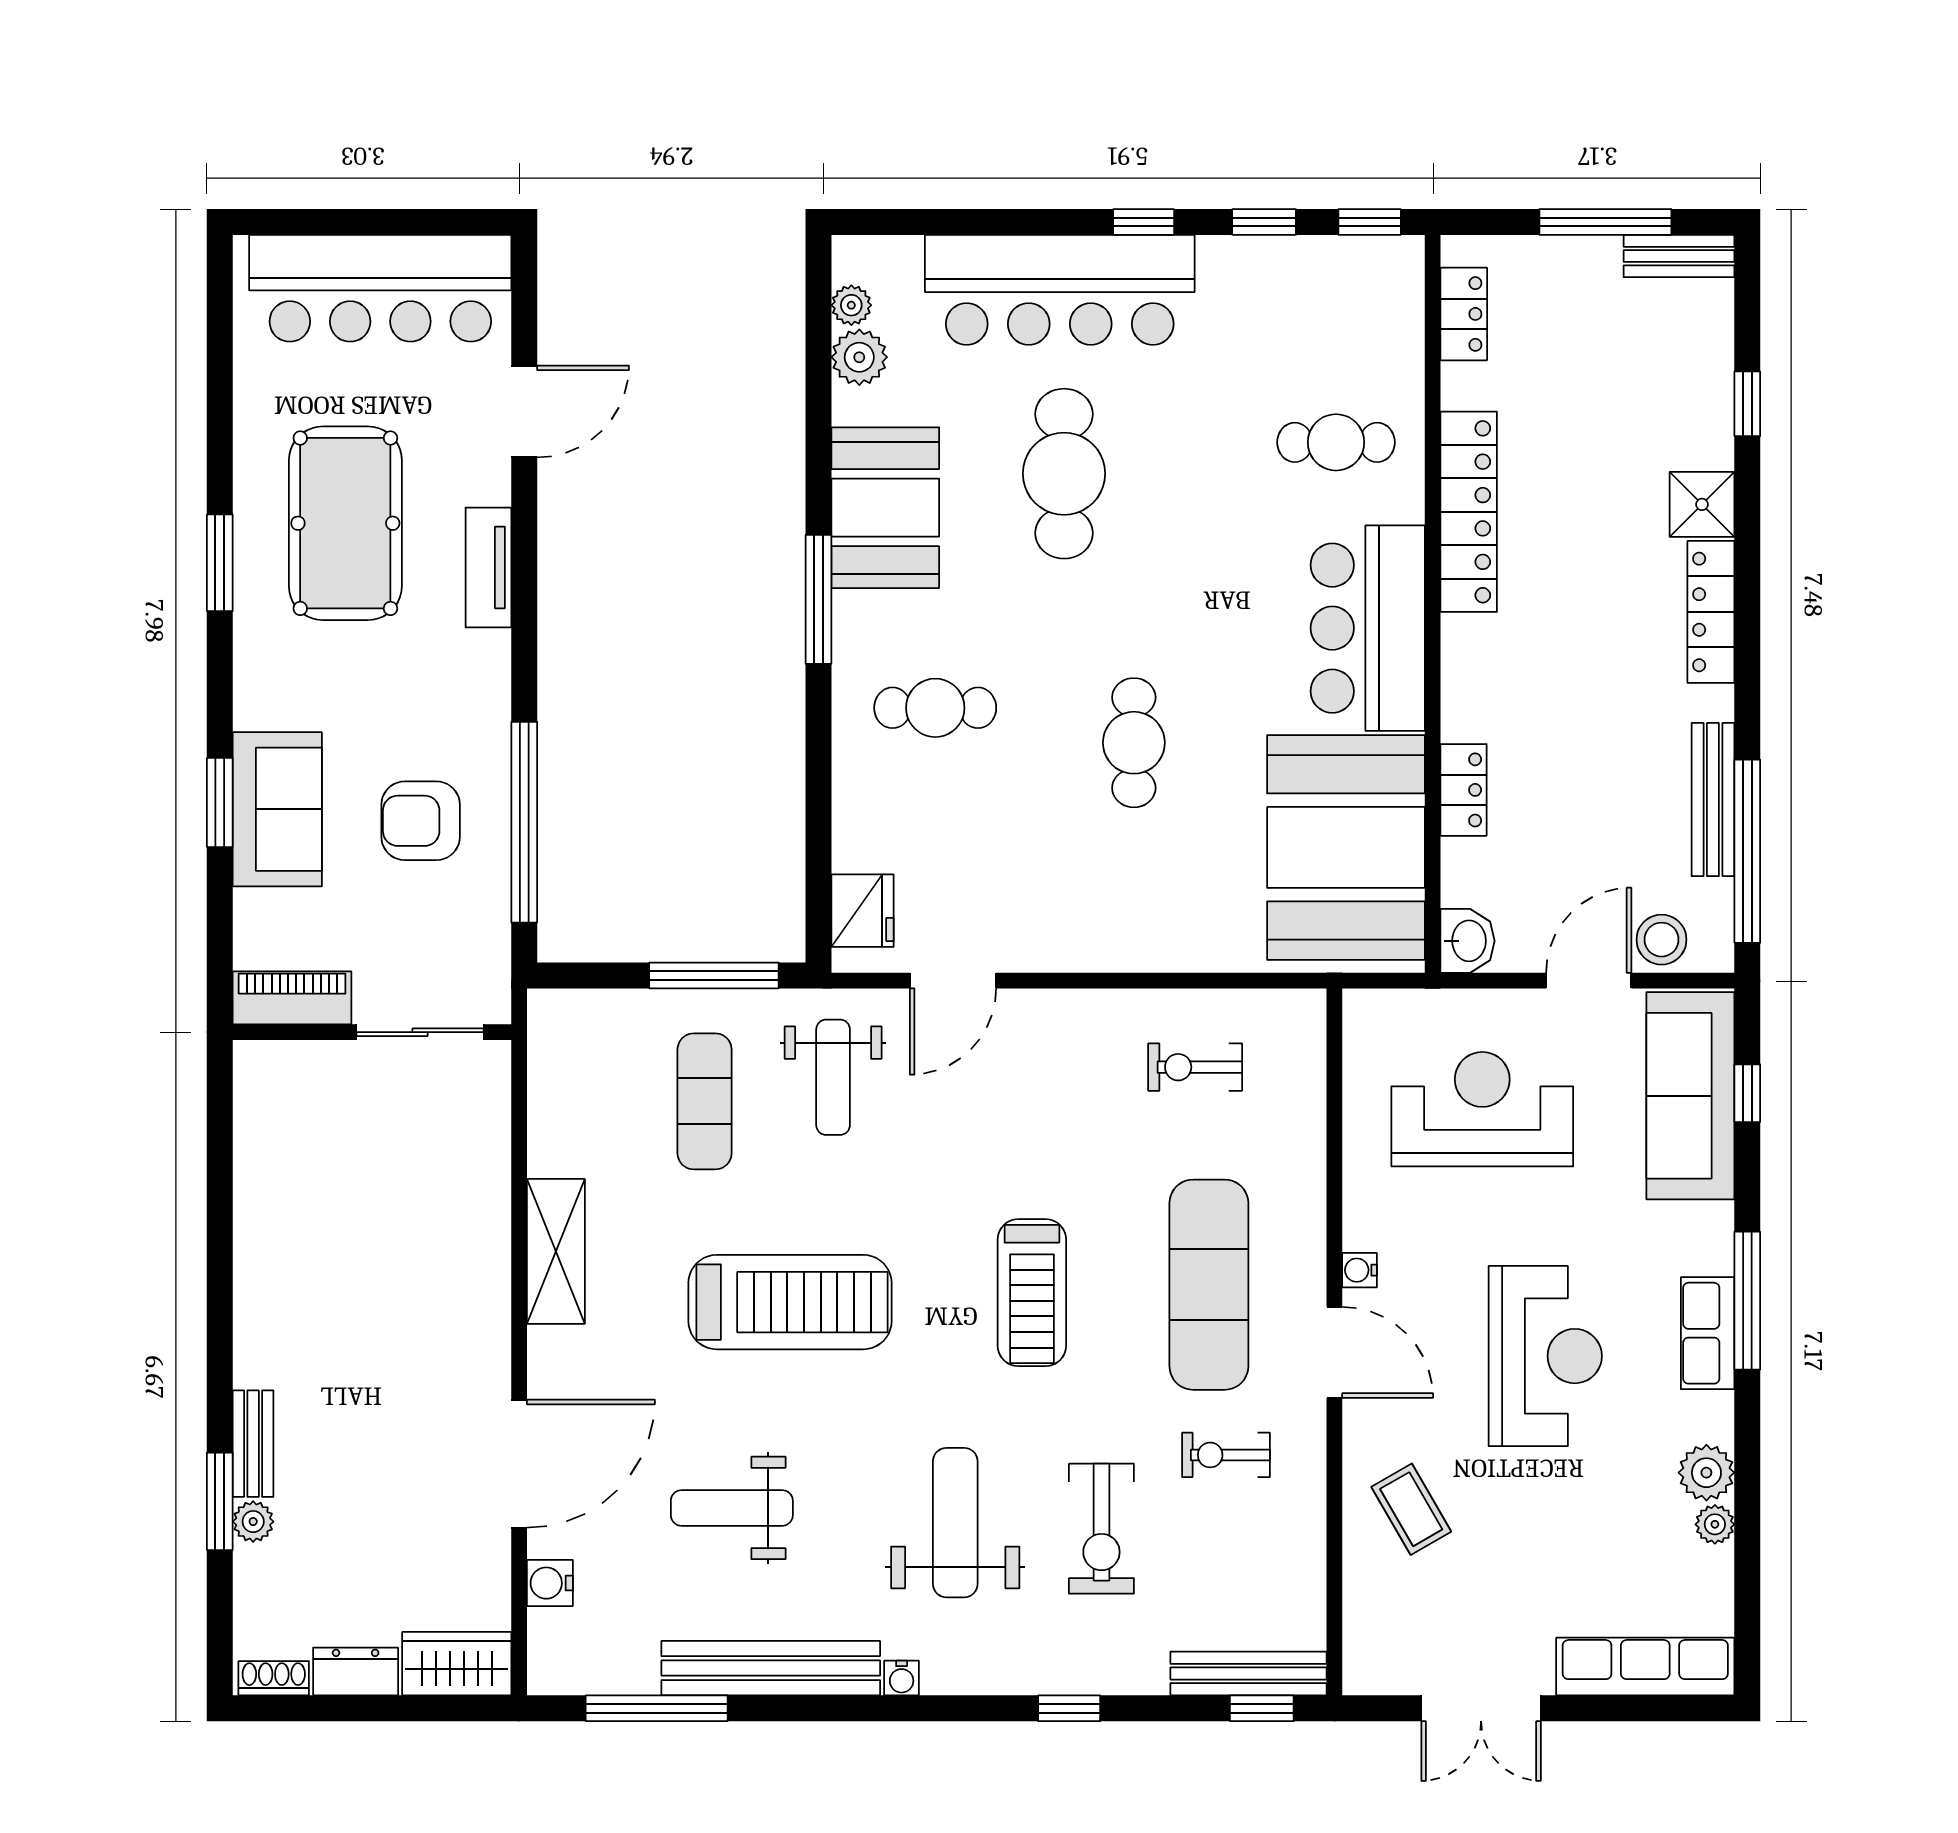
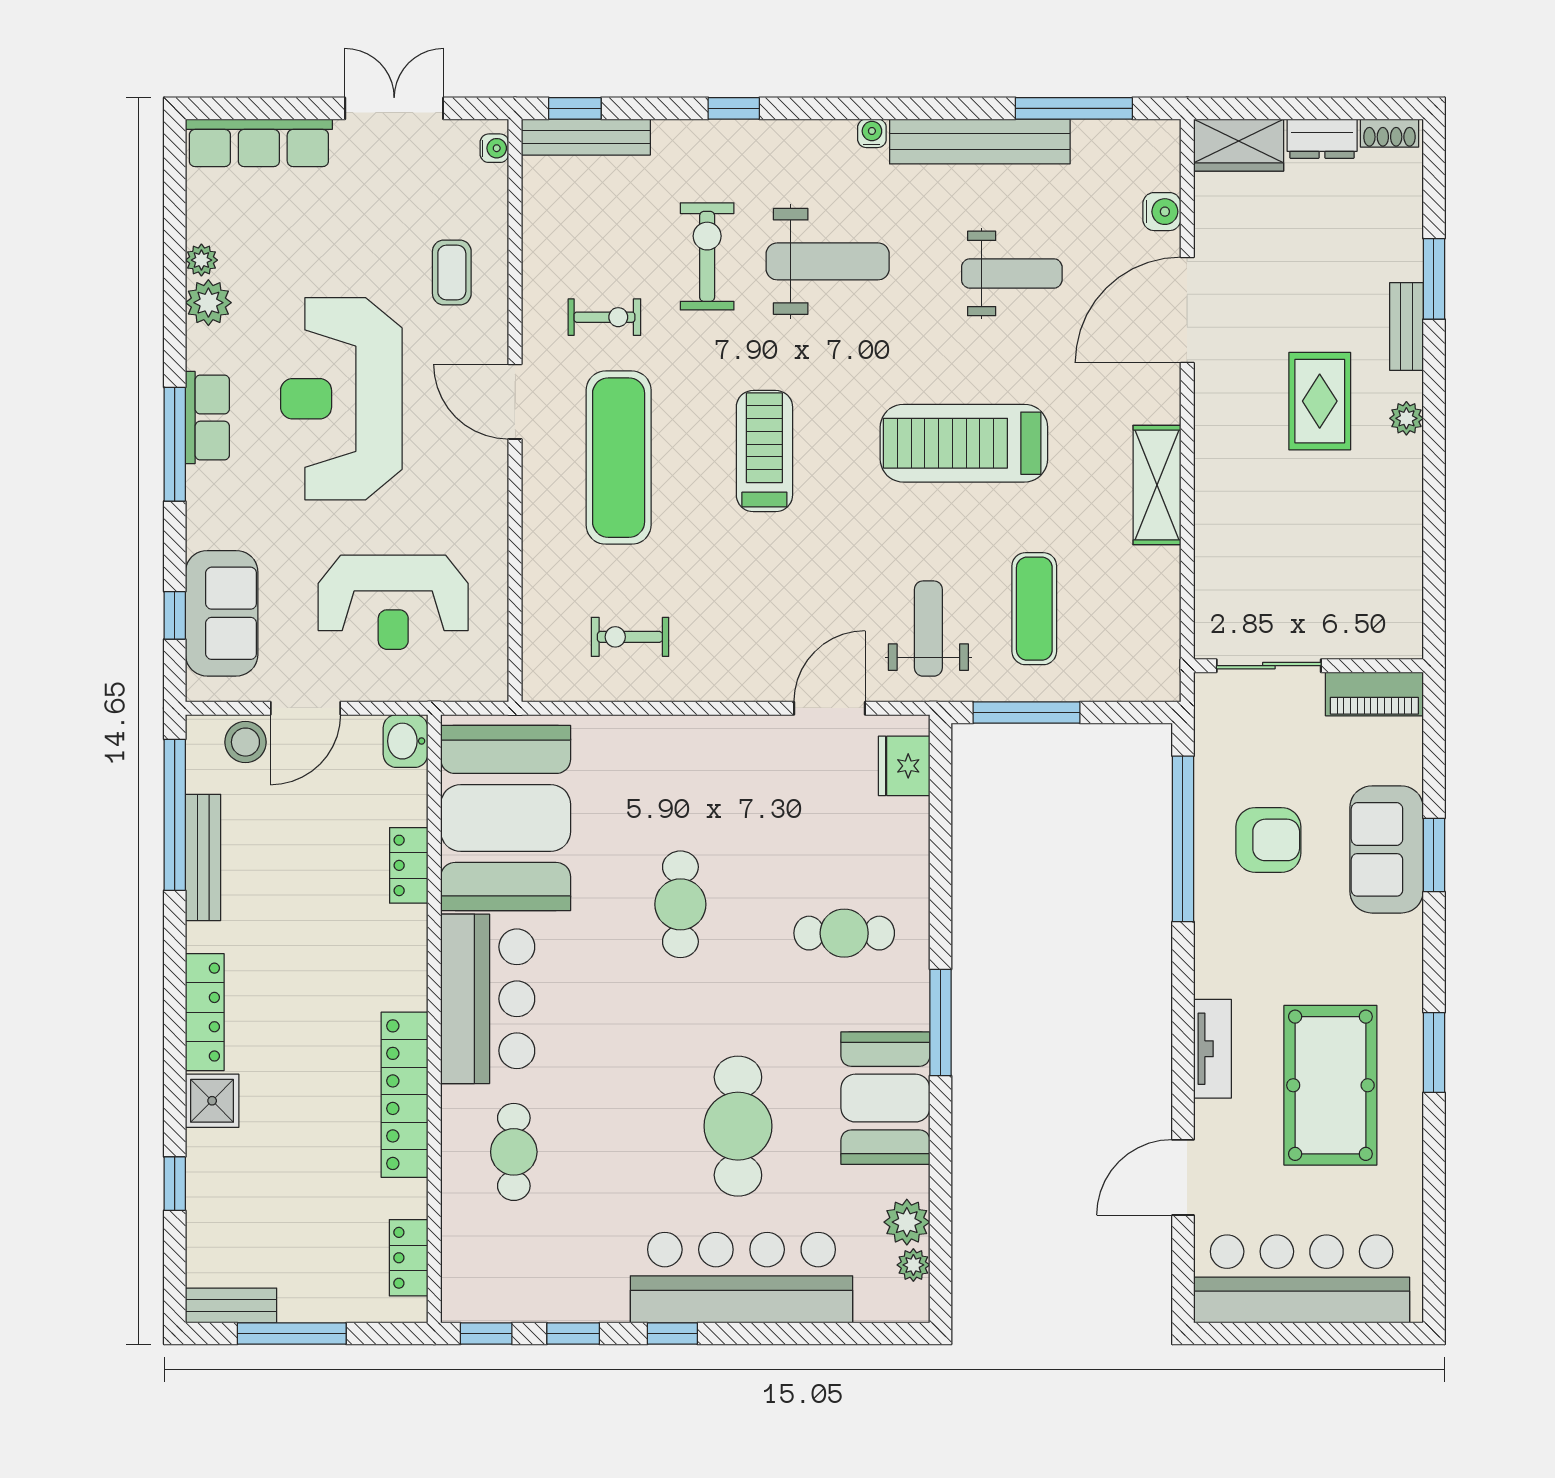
cafe table: (1336, 442) -> (514, 1152), turned 90
exercise bike: (1195, 1067) -> (630, 637), turned 180
sofa: (1690, 1096) -> (222, 613), width x0.73
water cooler: (1360, 1270) -> (494, 148), moved
rug: (358, 1353) -> (1320, 401), added
reception desk: (1545, 1356) -> (341, 399), width x1.36, depth x1.30
coffee table: (1411, 1509) -> (452, 272), turned 30
plant: (253, 1522) -> (1406, 418), moved
weight bench: (955, 1523) -> (828, 261), turned -90

